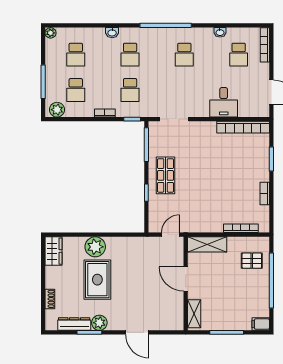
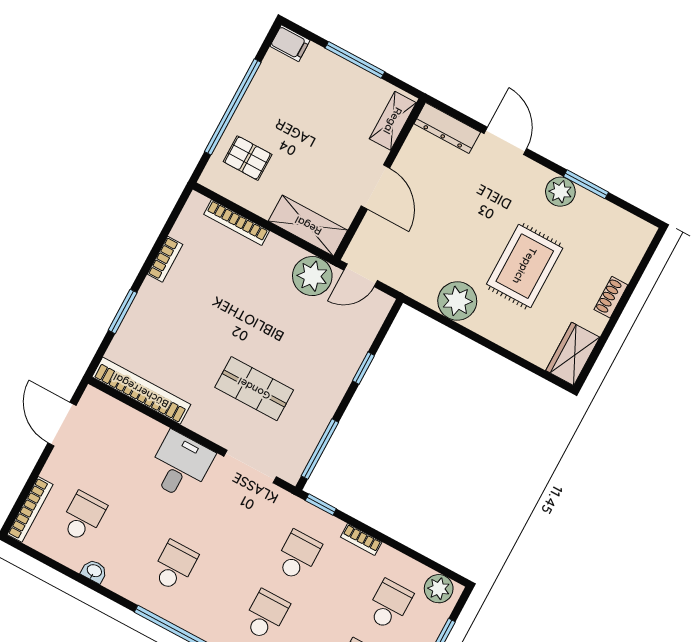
desk: (224, 102) -> (180, 466), moved
shop shelf: (166, 175) -> (254, 389), moved, turned 90
plant: (193, 222) -> (312, 276), added
plant: (95, 247) -> (457, 301), moved
shoe rack: (50, 299) -> (611, 297), moved
dresser: (74, 324) -> (447, 128), moved

